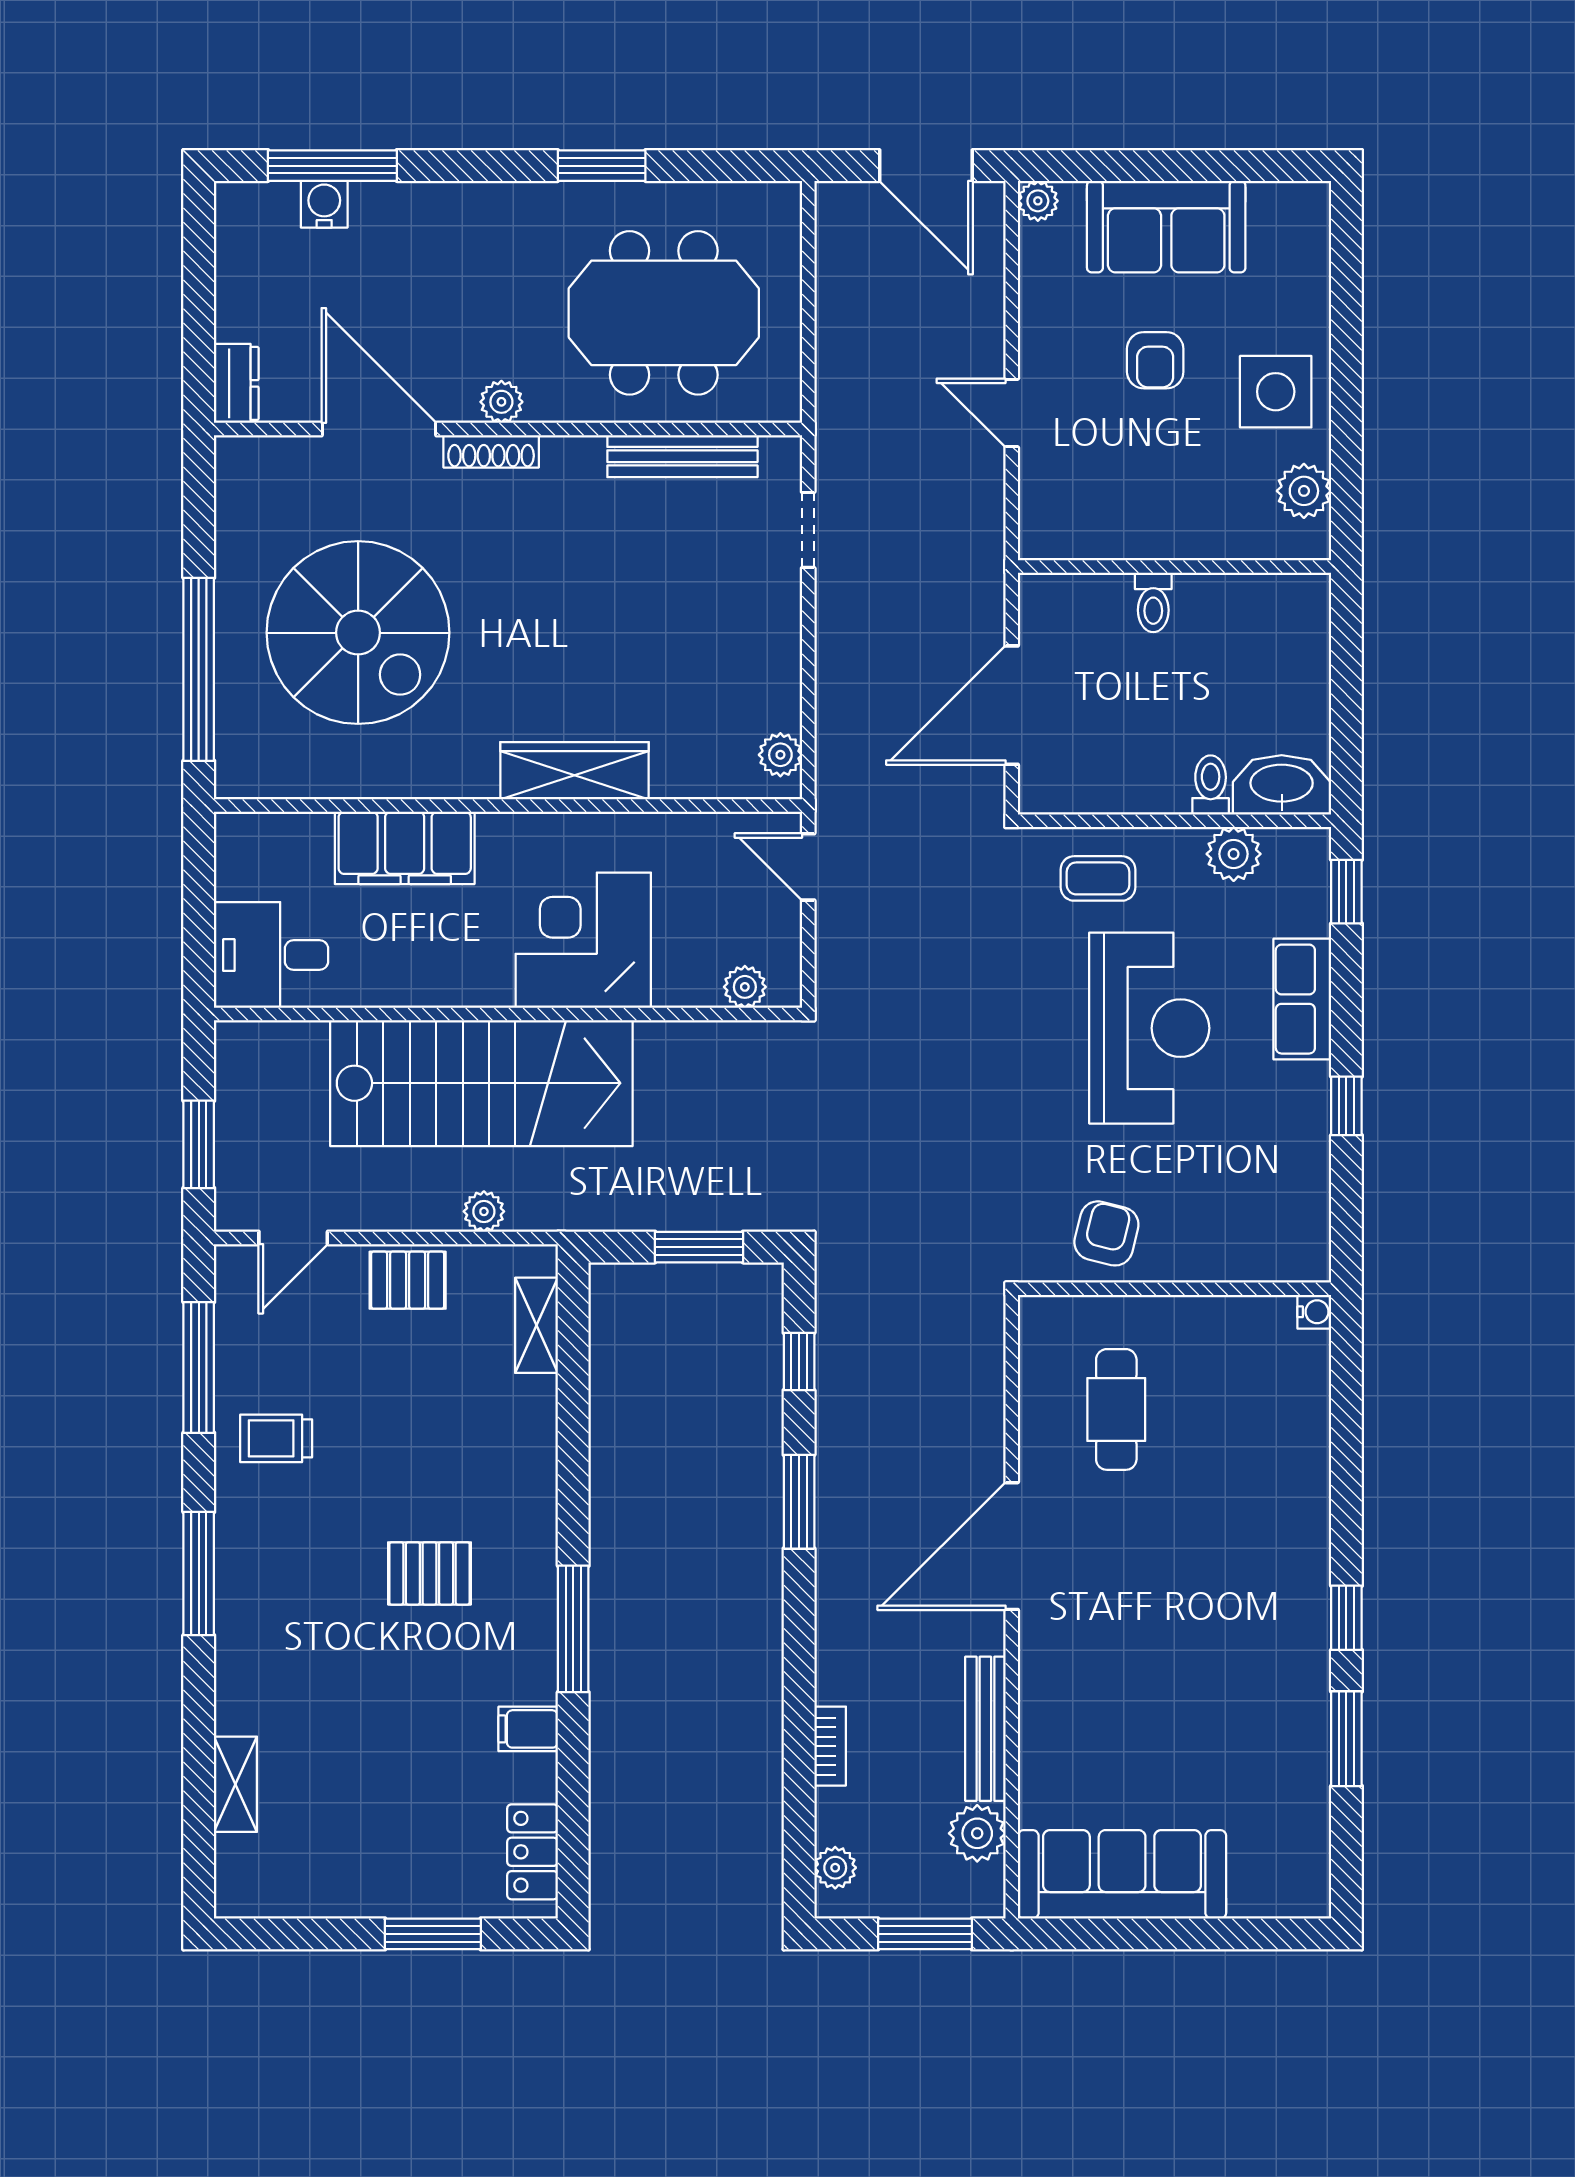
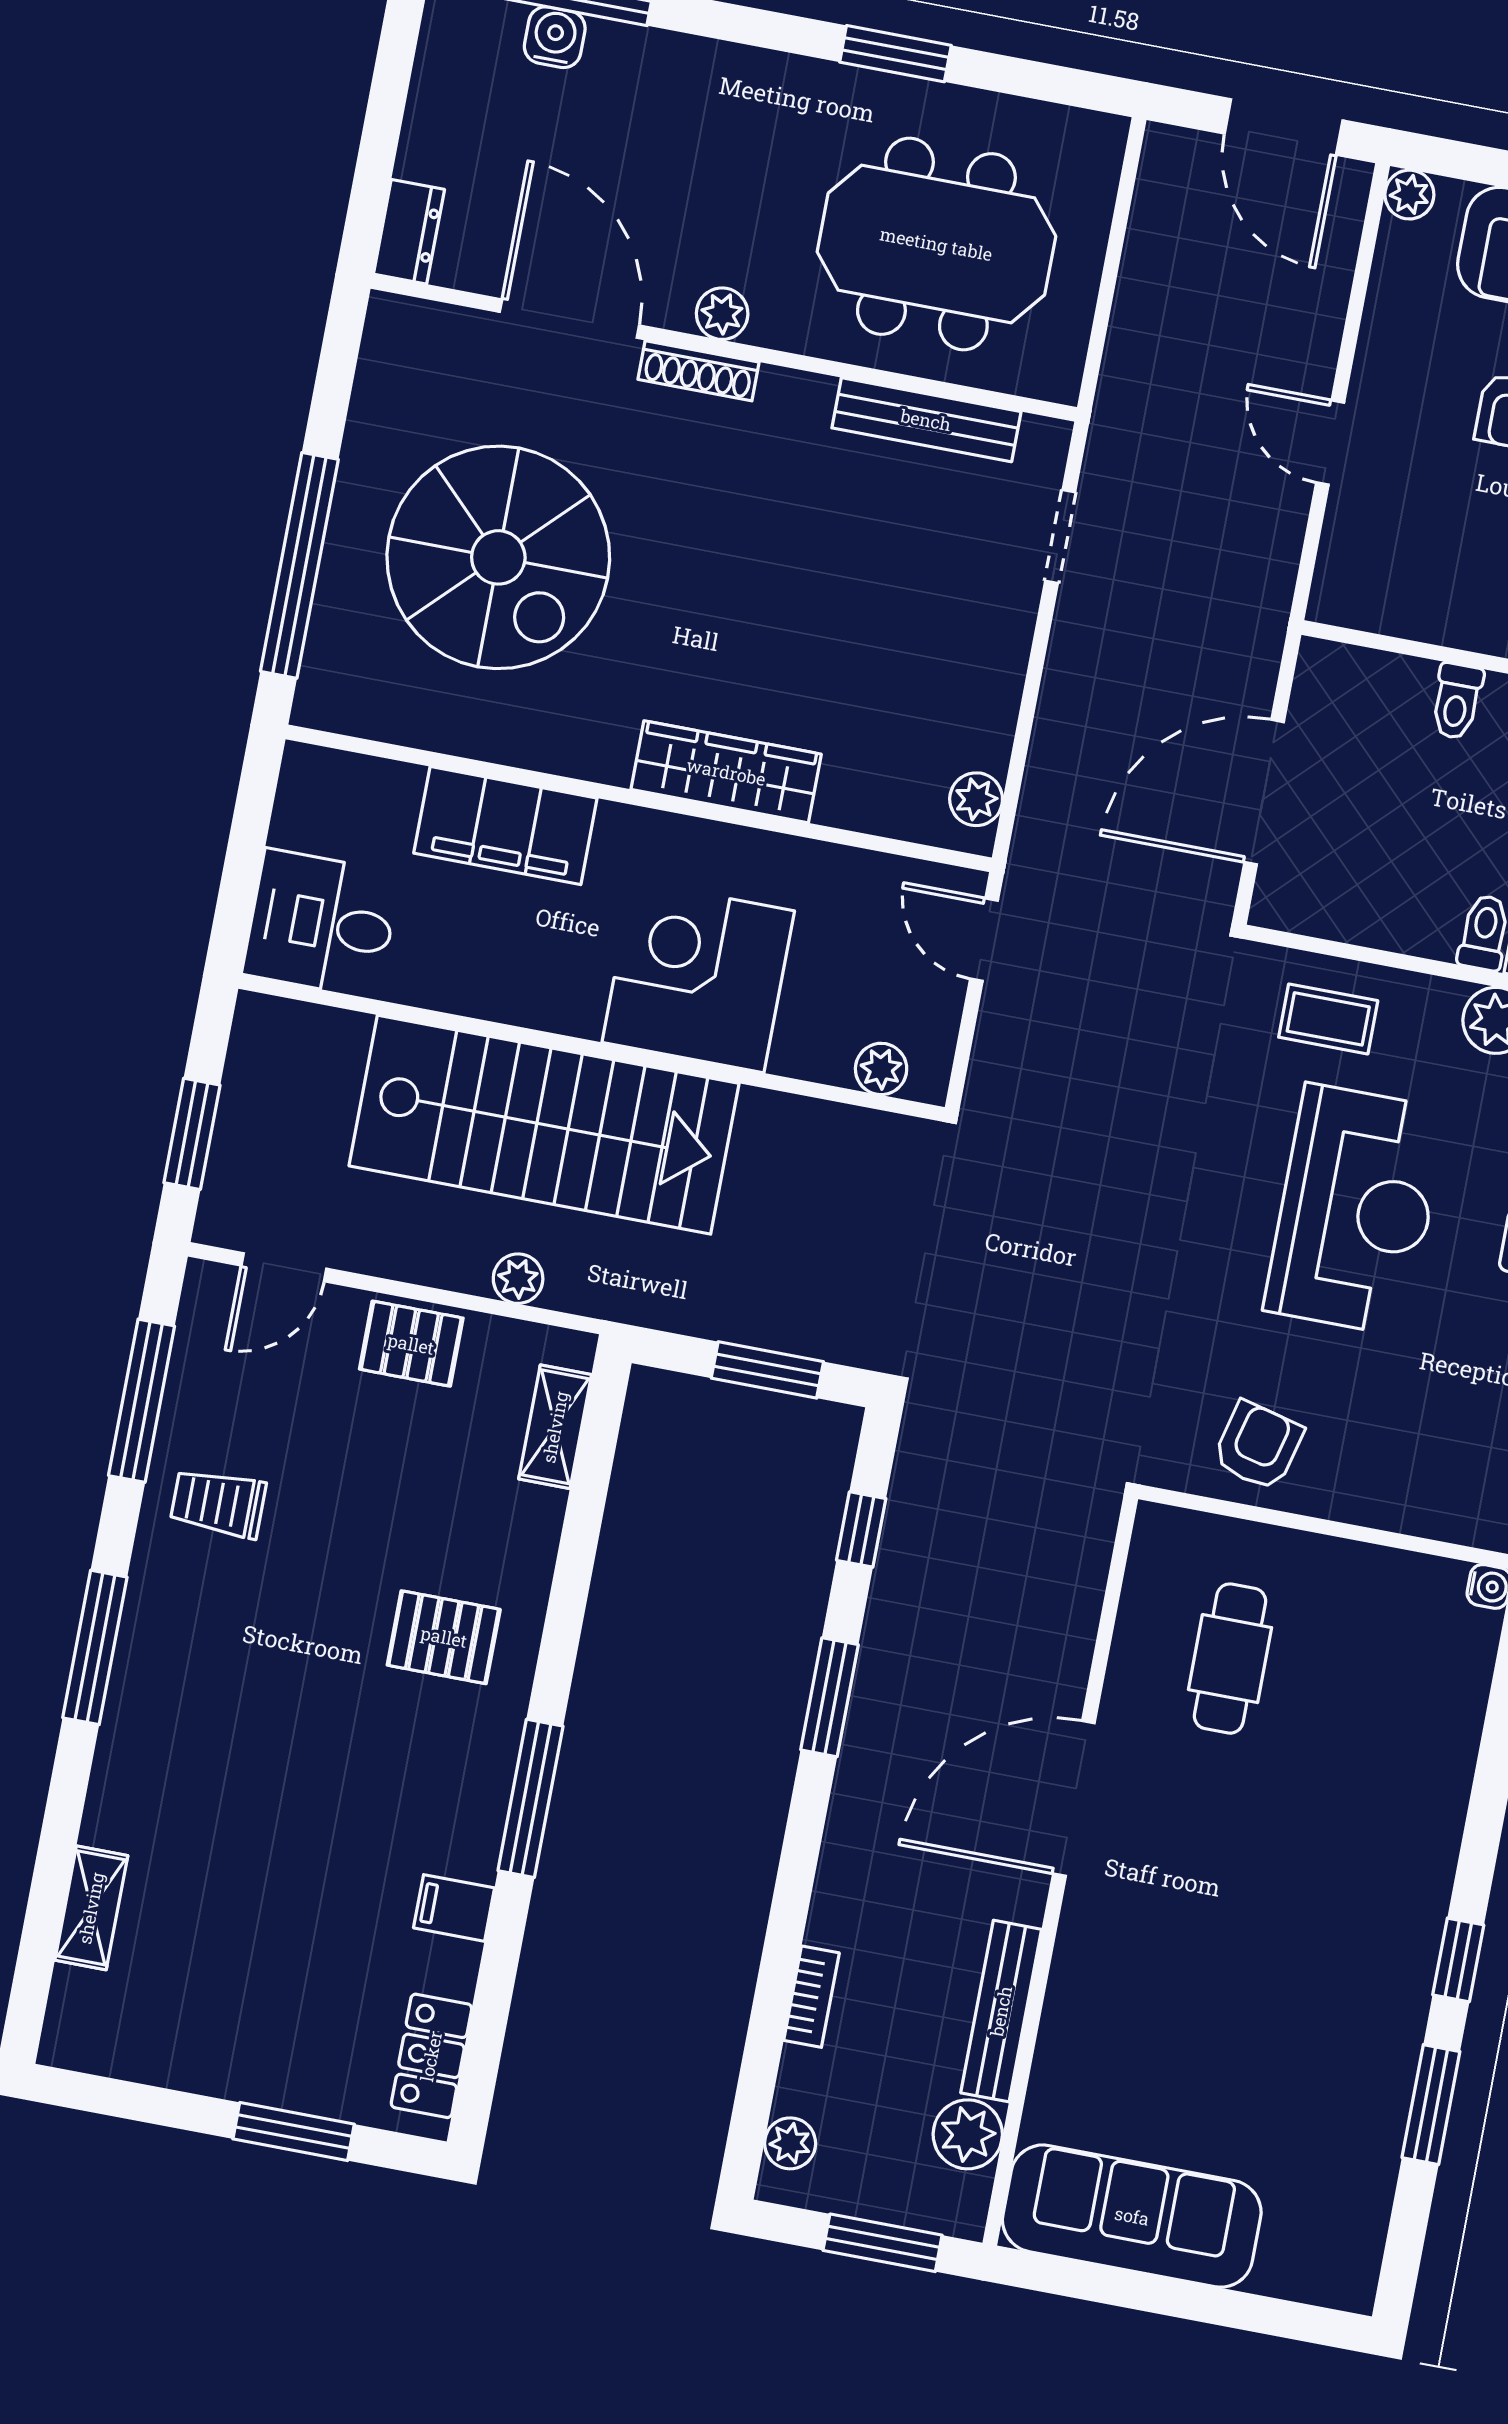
pallet: (429, 1573) -> (444, 1637), moved

